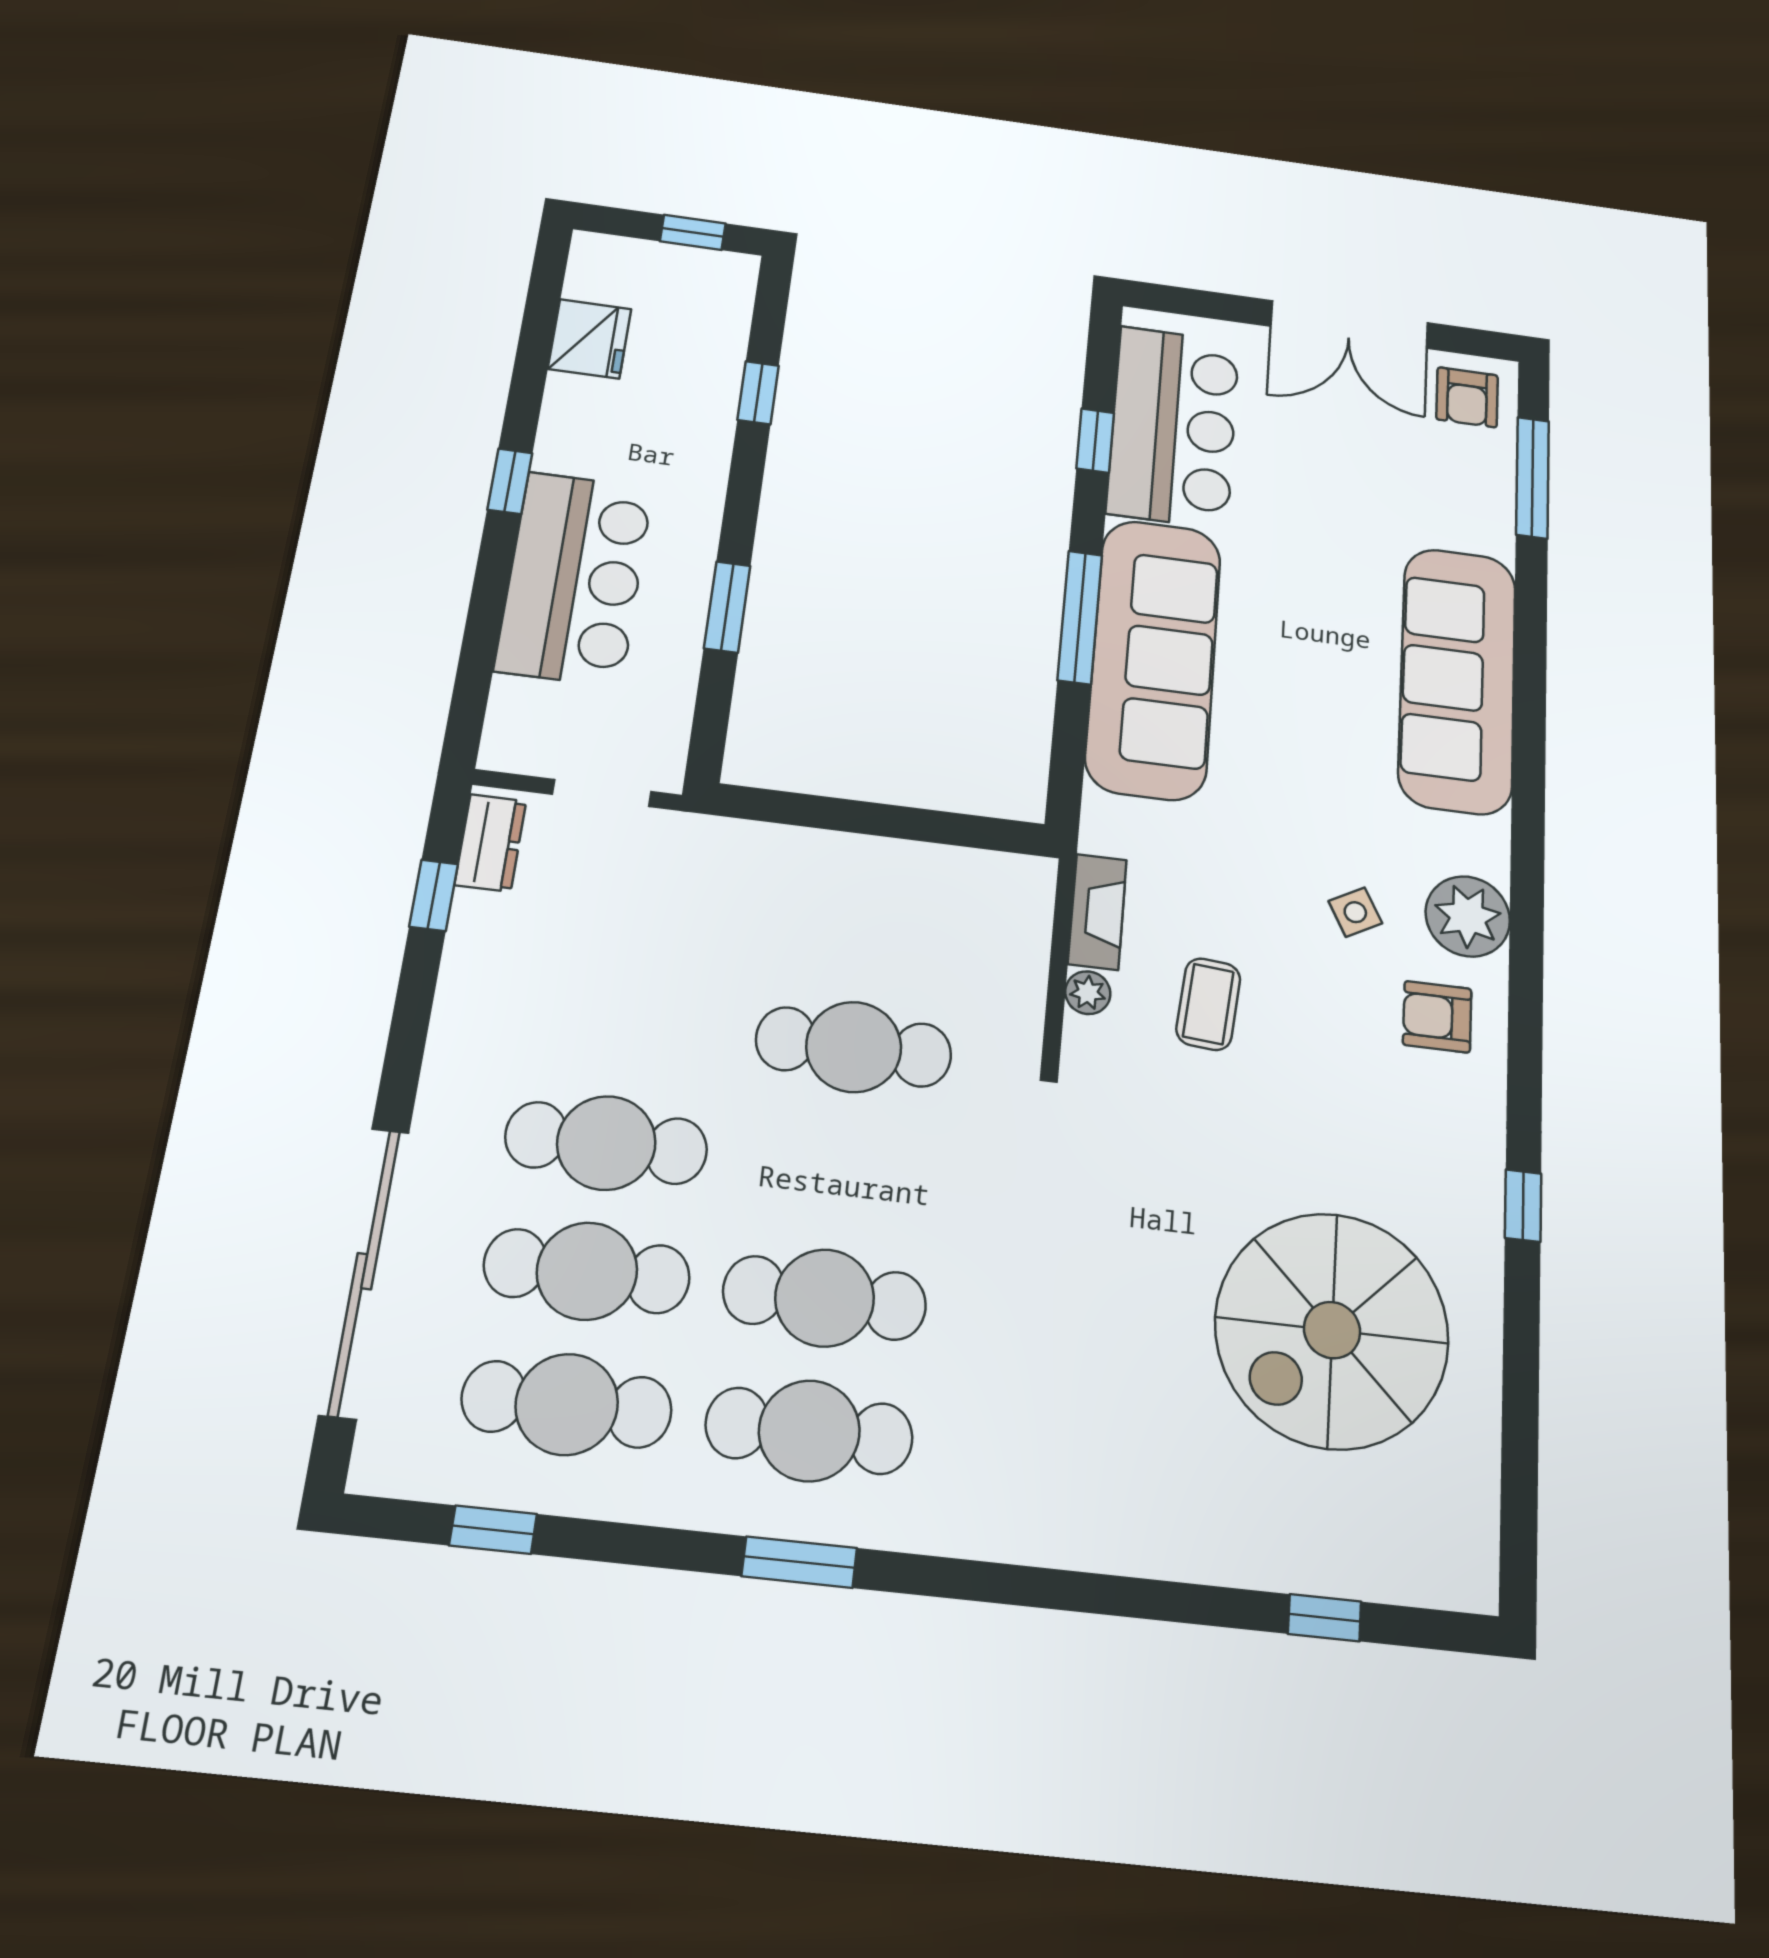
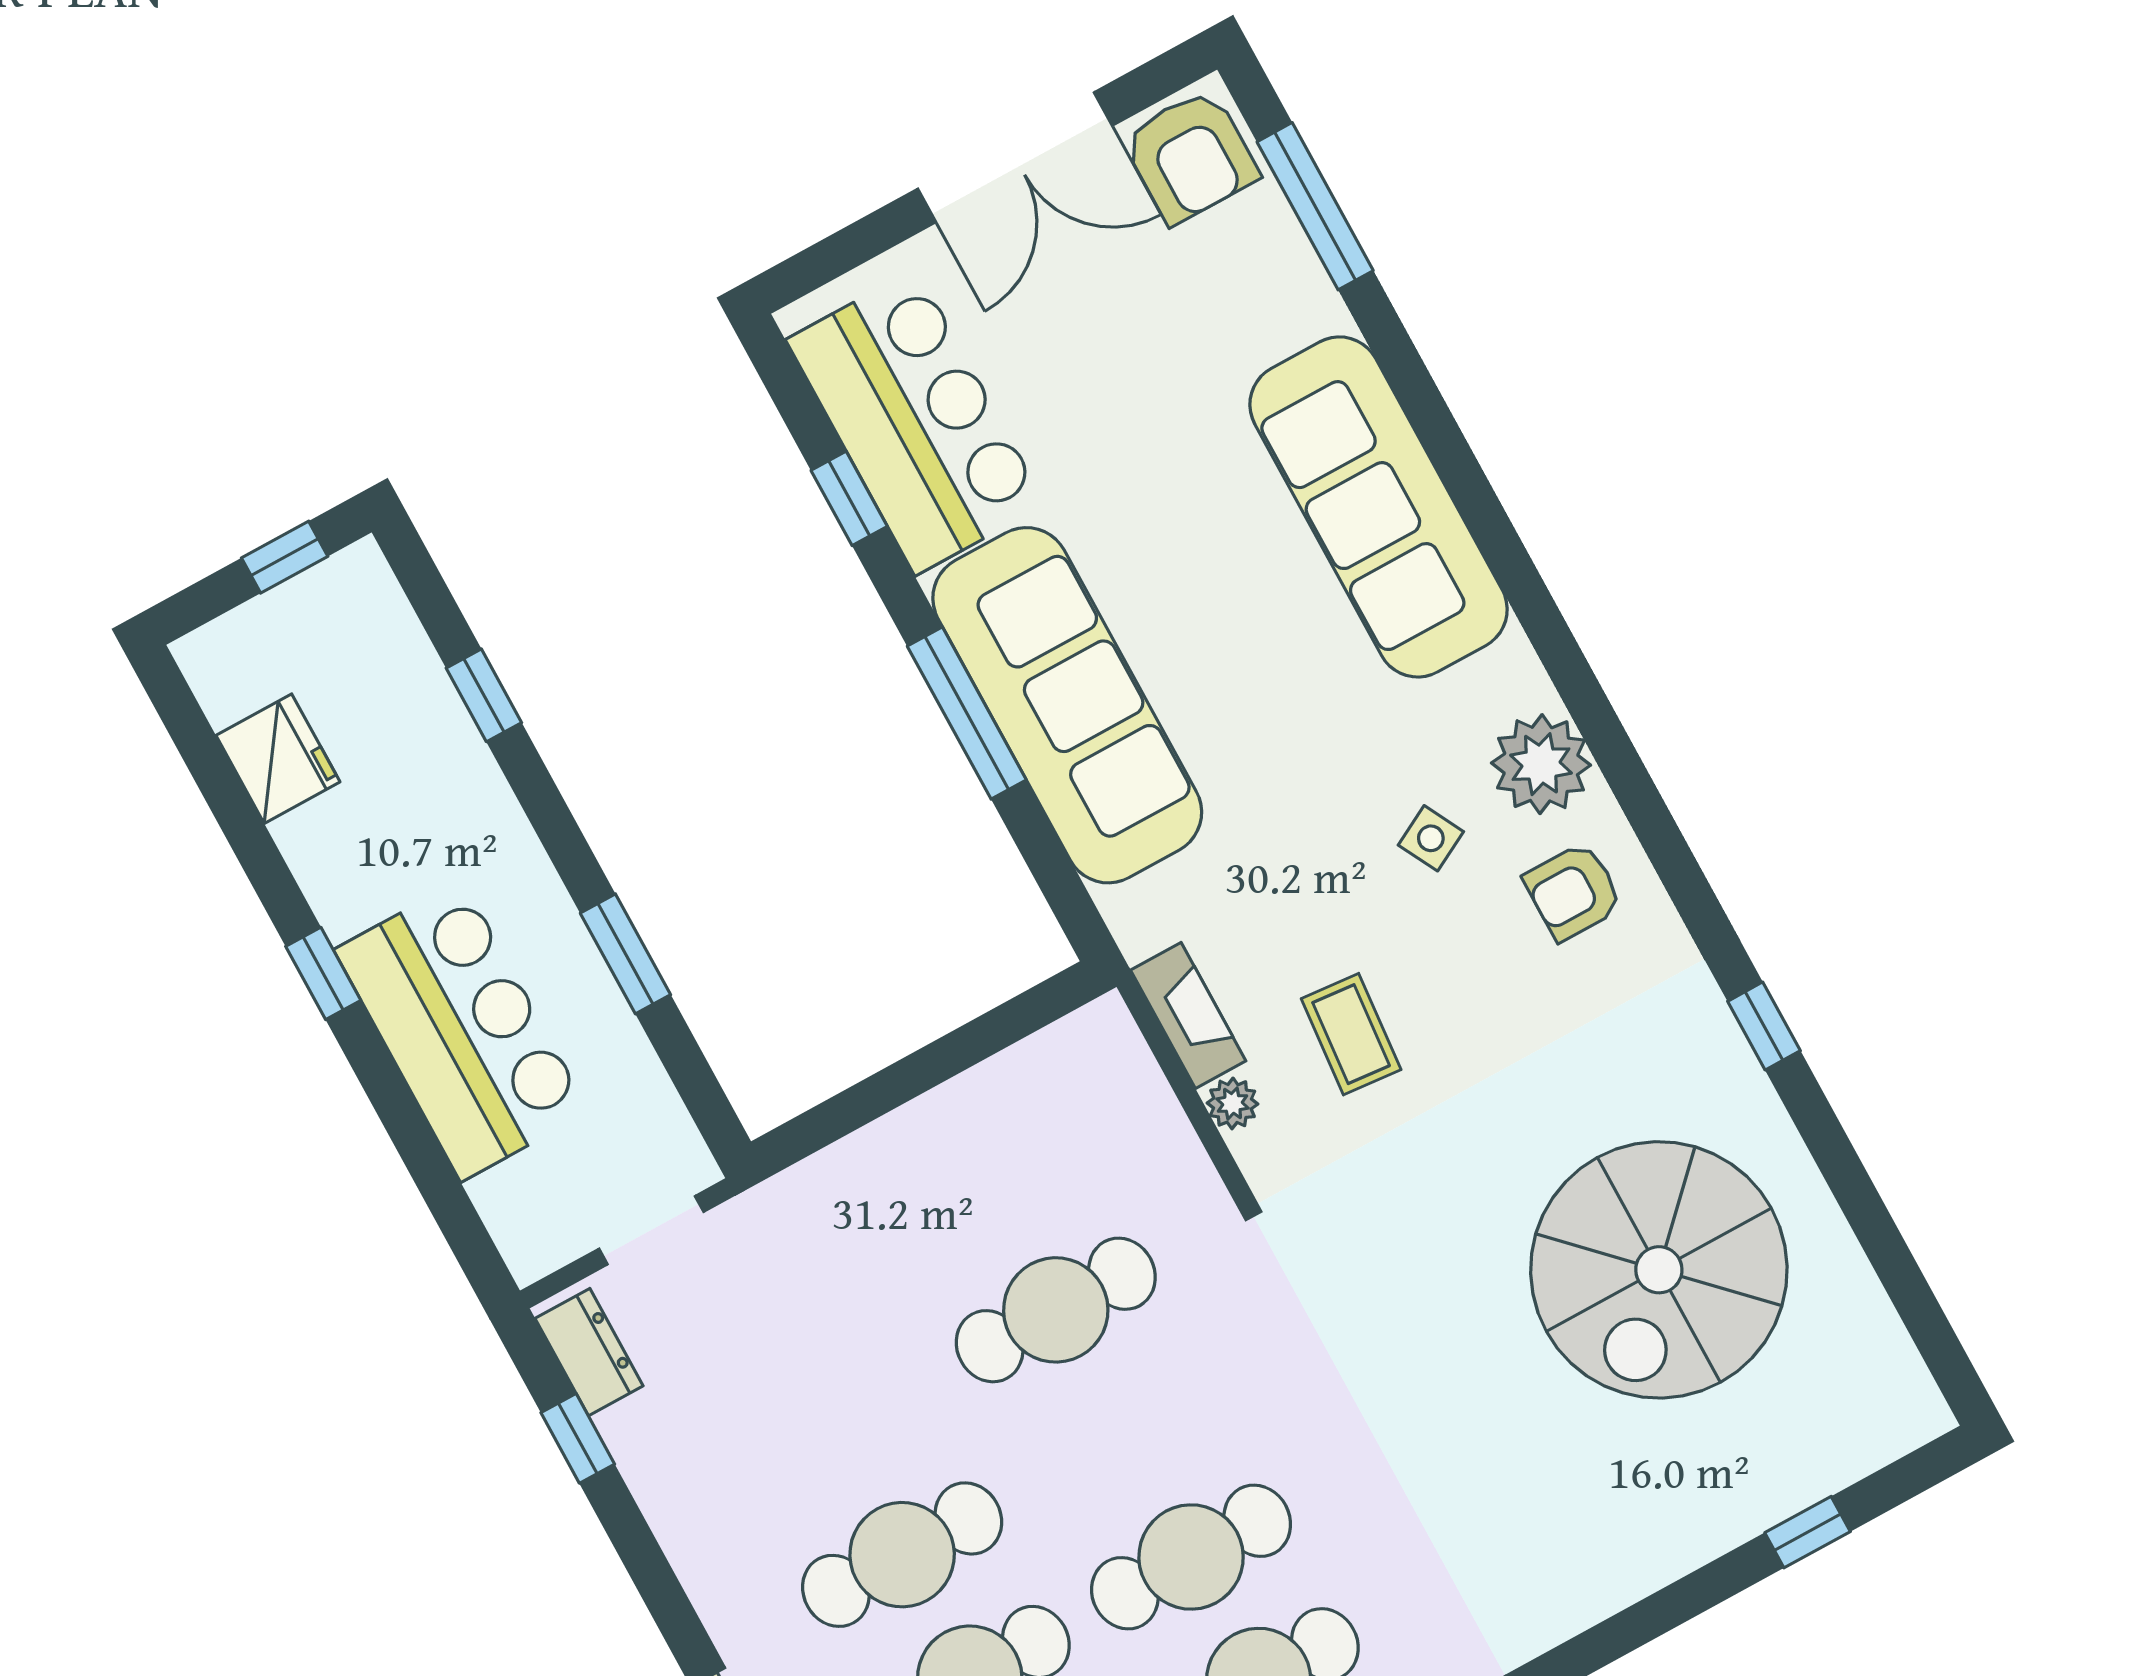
armchair: (1467, 397) -> (1190, 156), width x1.38, depth x1.38

